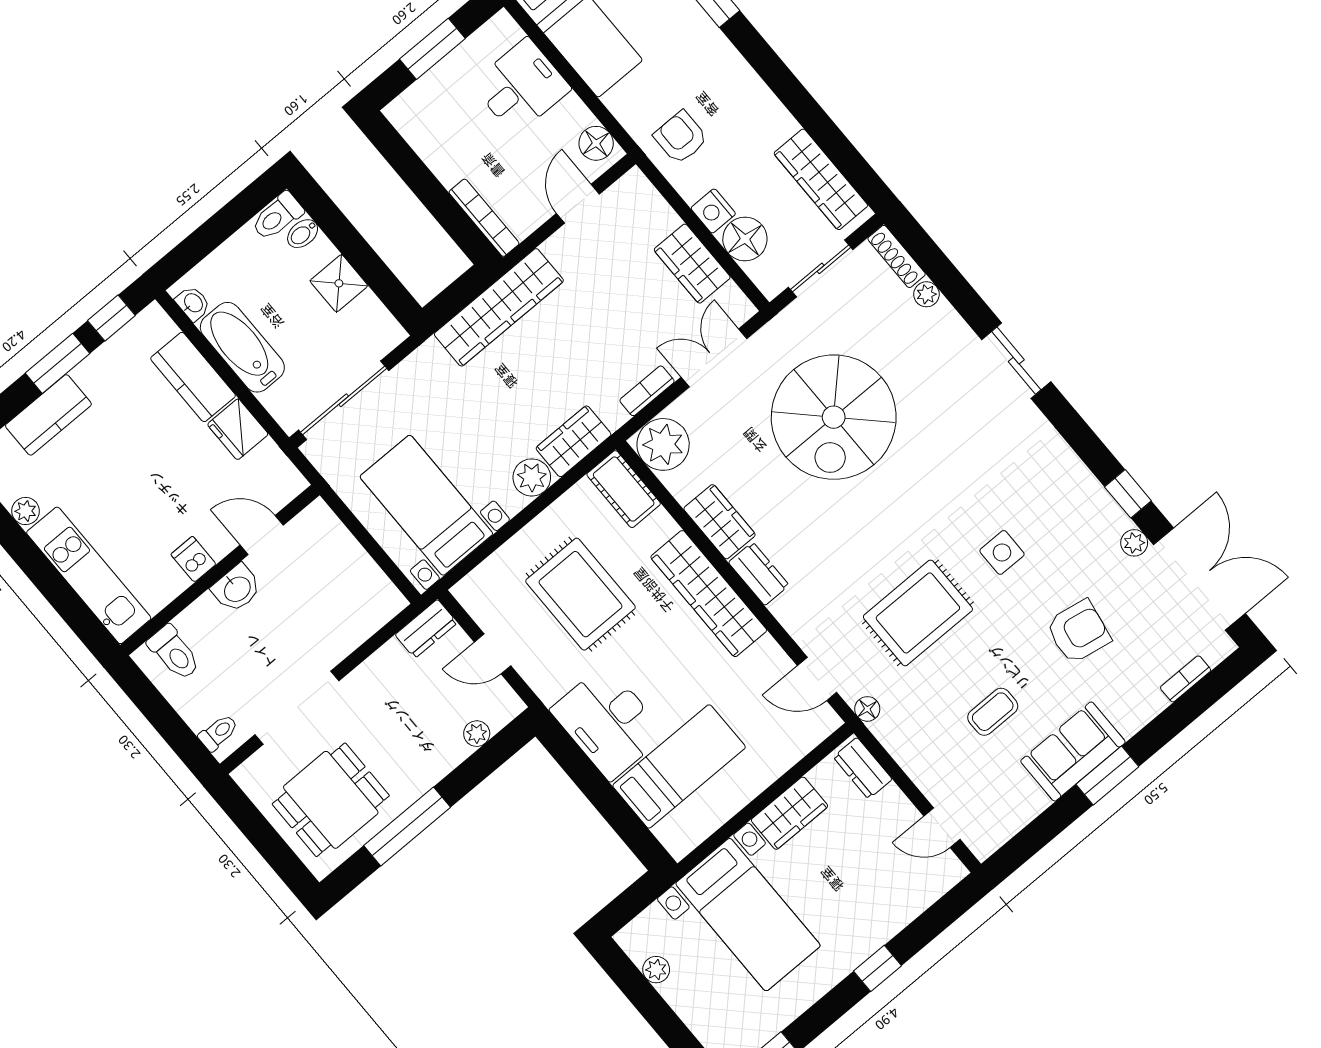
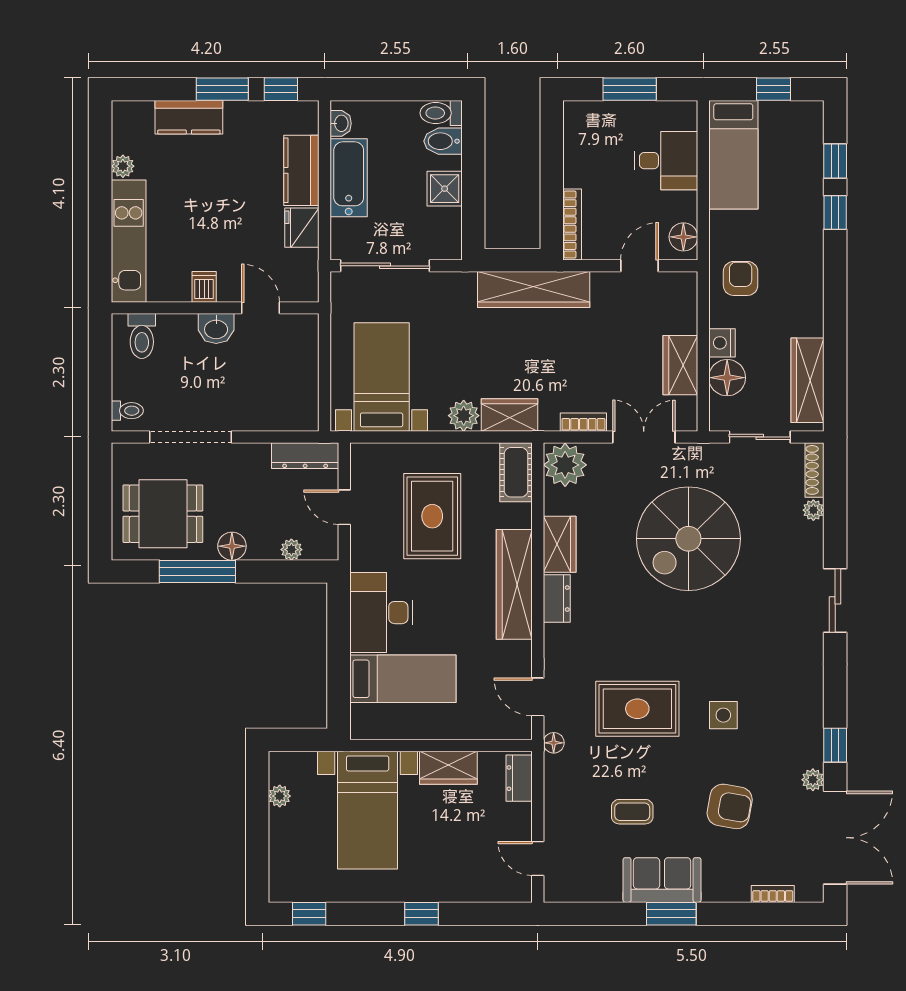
bidet: (303, 234) -> (443, 141), width x1.38, depth x1.36
dresser: (426, 629) -> (305, 456), width x1.44
floor lamp: (419, 776) -> (232, 546), added

